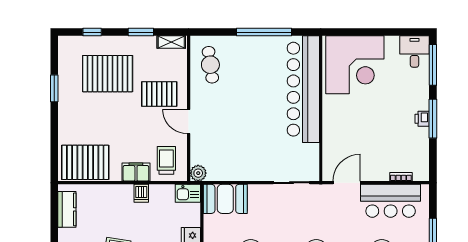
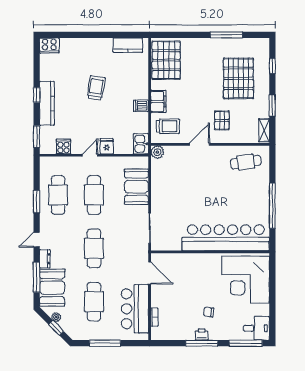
window: (54, 88) -> (226, 35), width x1.44
pallet: (159, 94) -> (222, 120), width x0.67, depth x0.71
chair: (395, 110) -> (209, 312), added
booth: (225, 199) -> (136, 187), moved

